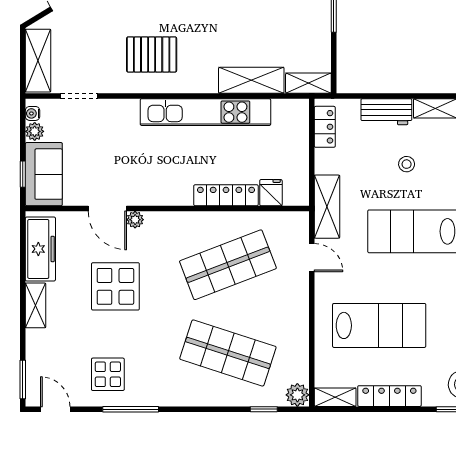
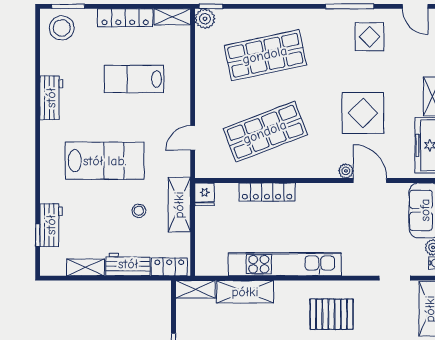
locker: (325, 127) -> (169, 267), moved, turned 90
stool: (407, 164) -> (139, 211), moved
fridge: (271, 193) -> (205, 194), moved
shelving: (327, 207) -> (179, 205), moved
door: (312, 258) -> (193, 138), hinge flipped
lab bench: (379, 325) -> (134, 79), width x0.73, depth x0.72
shop shelf: (228, 353) -> (265, 55), turned -30
window: (264, 409) -> (211, 6), moved

